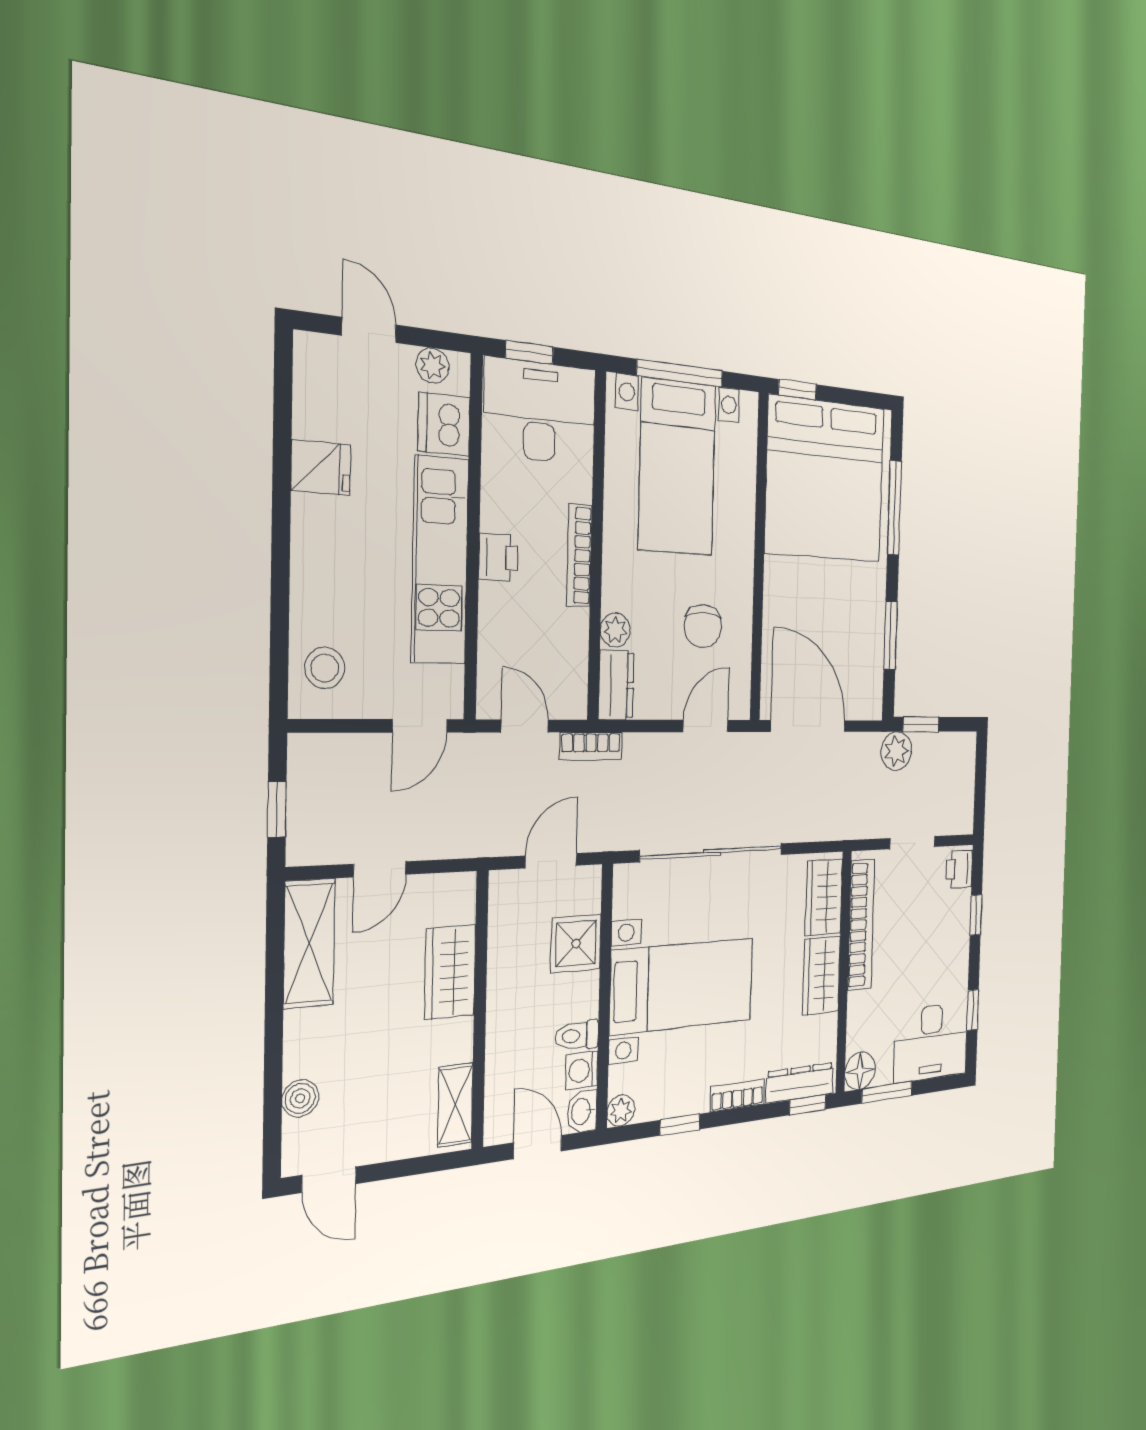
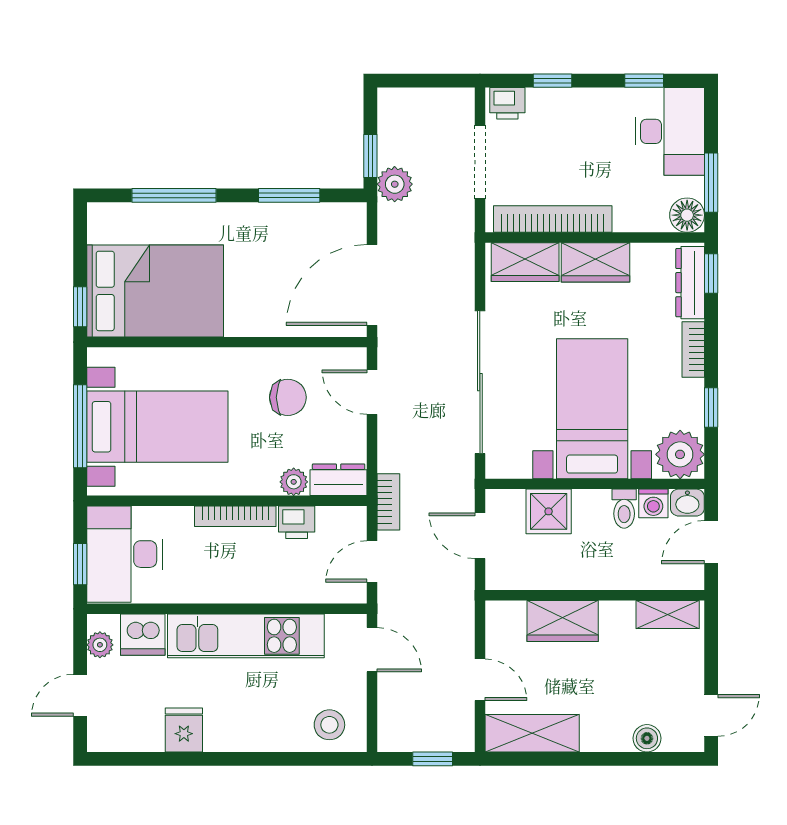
bed: (825, 480) -> (155, 291), width x0.73
printer: (498, 557) -> (297, 522), moved, turned 180
doorway: (912, 843) -> (480, 162), width x1.38
plant: (621, 1110) -> (680, 454), width x1.88, depth x1.88

